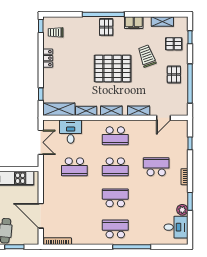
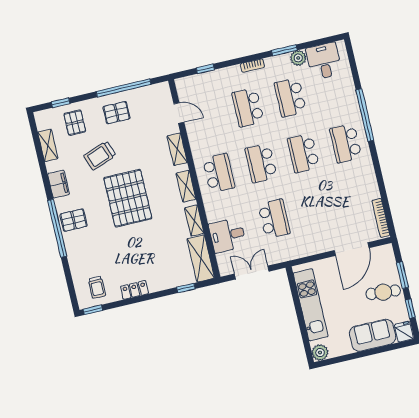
school desk: (115, 167) -> (261, 163), turned 180
school desk: (156, 198) -> (290, 97), added

